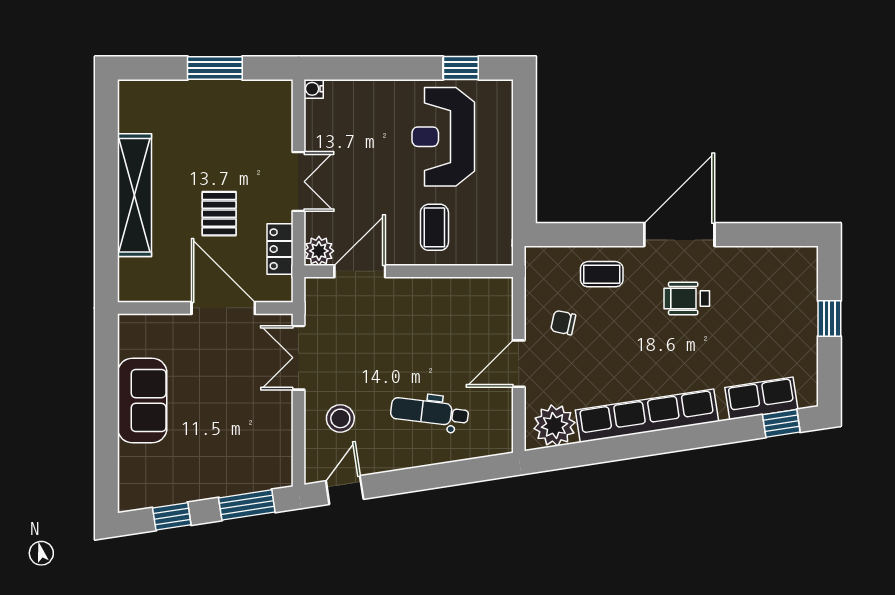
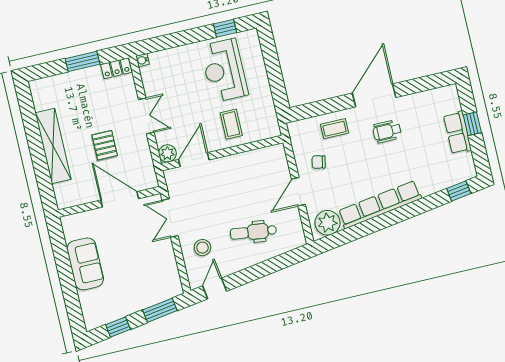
locker: (280, 249) -> (116, 68), moved, turned -90
row of seats: (761, 398) -> (457, 133), moved, turned -81

